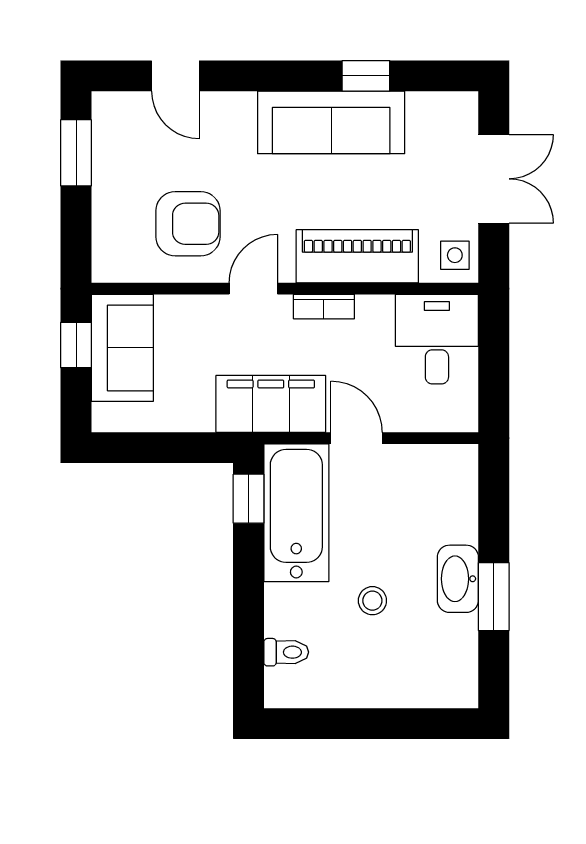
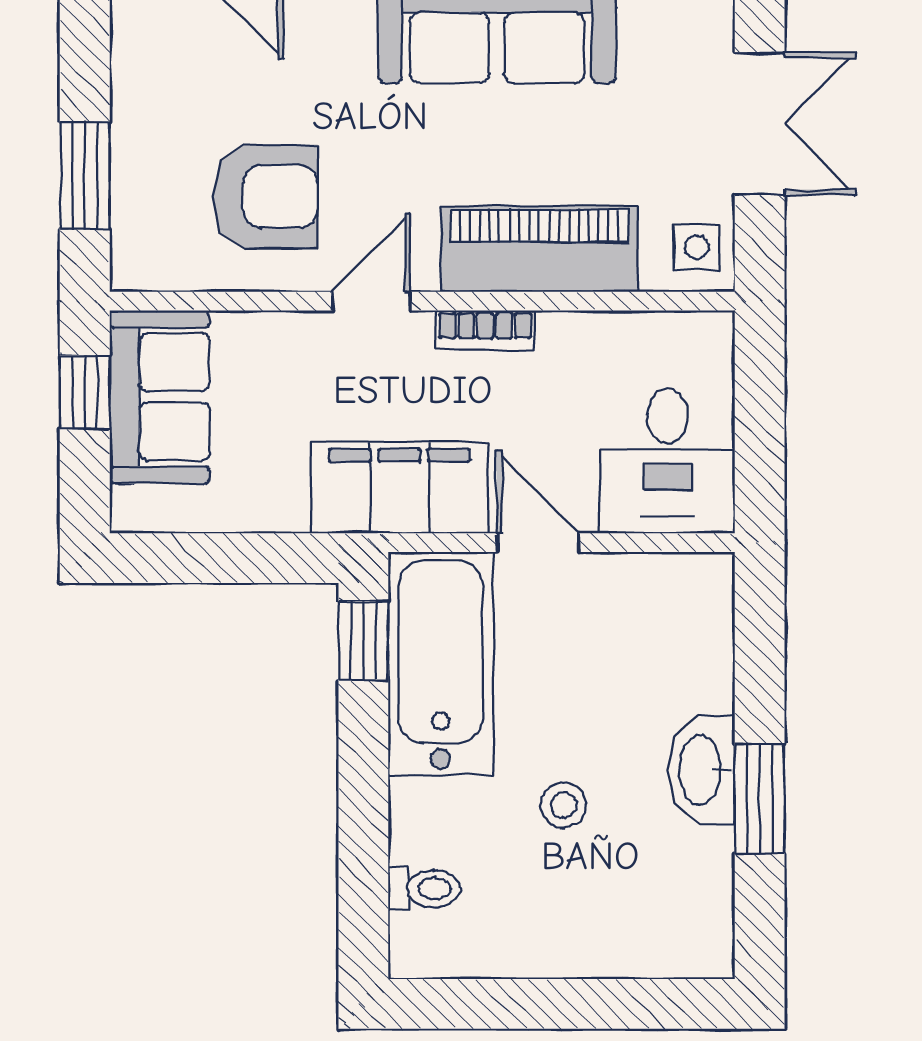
window: (76, 153) -> (85, 176), moved
desk: (437, 339) -> (668, 461), moved, turned 180

